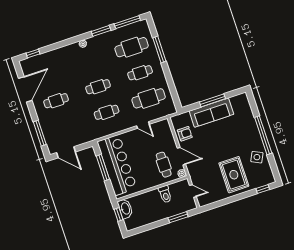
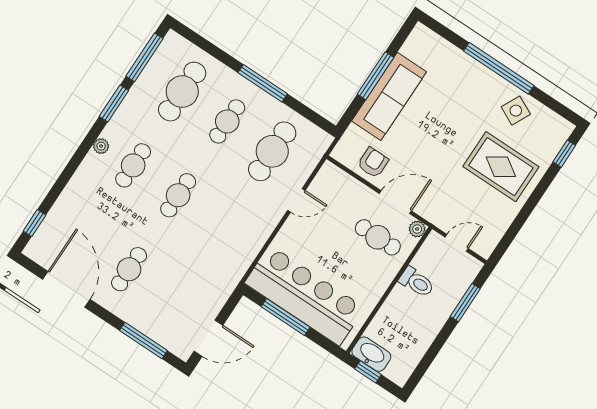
window: (159, 50) -> (263, 83), moved
cafe table: (107, 112) -> (133, 165), moved

